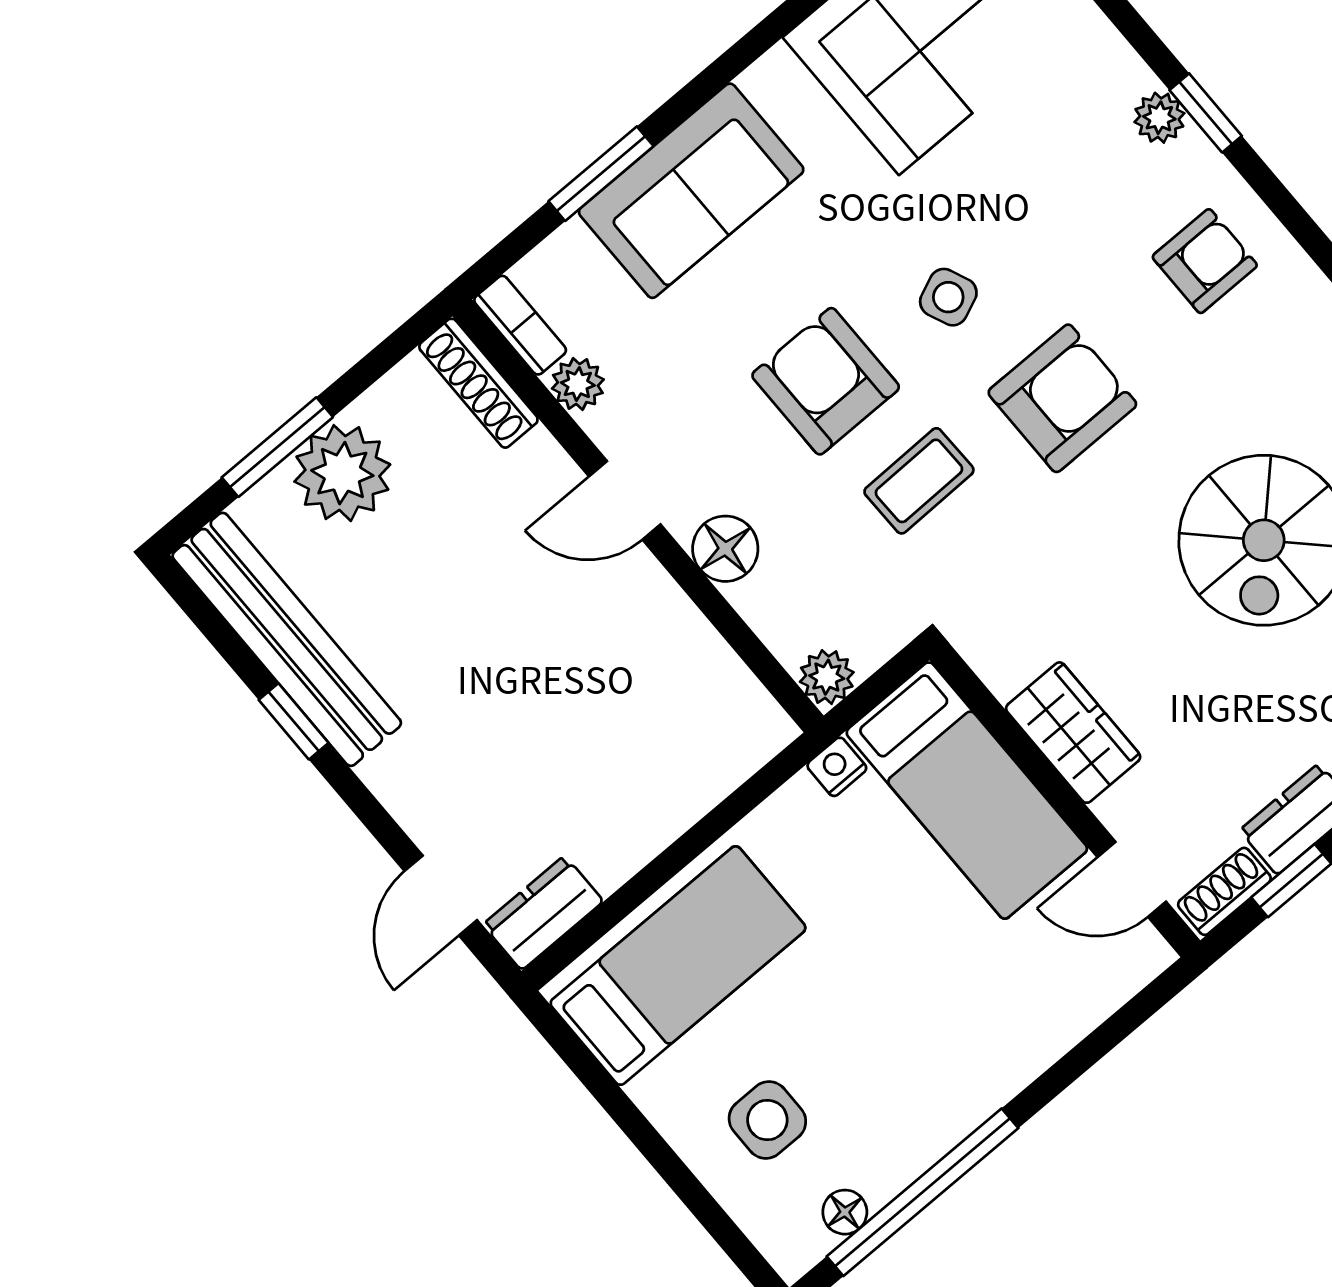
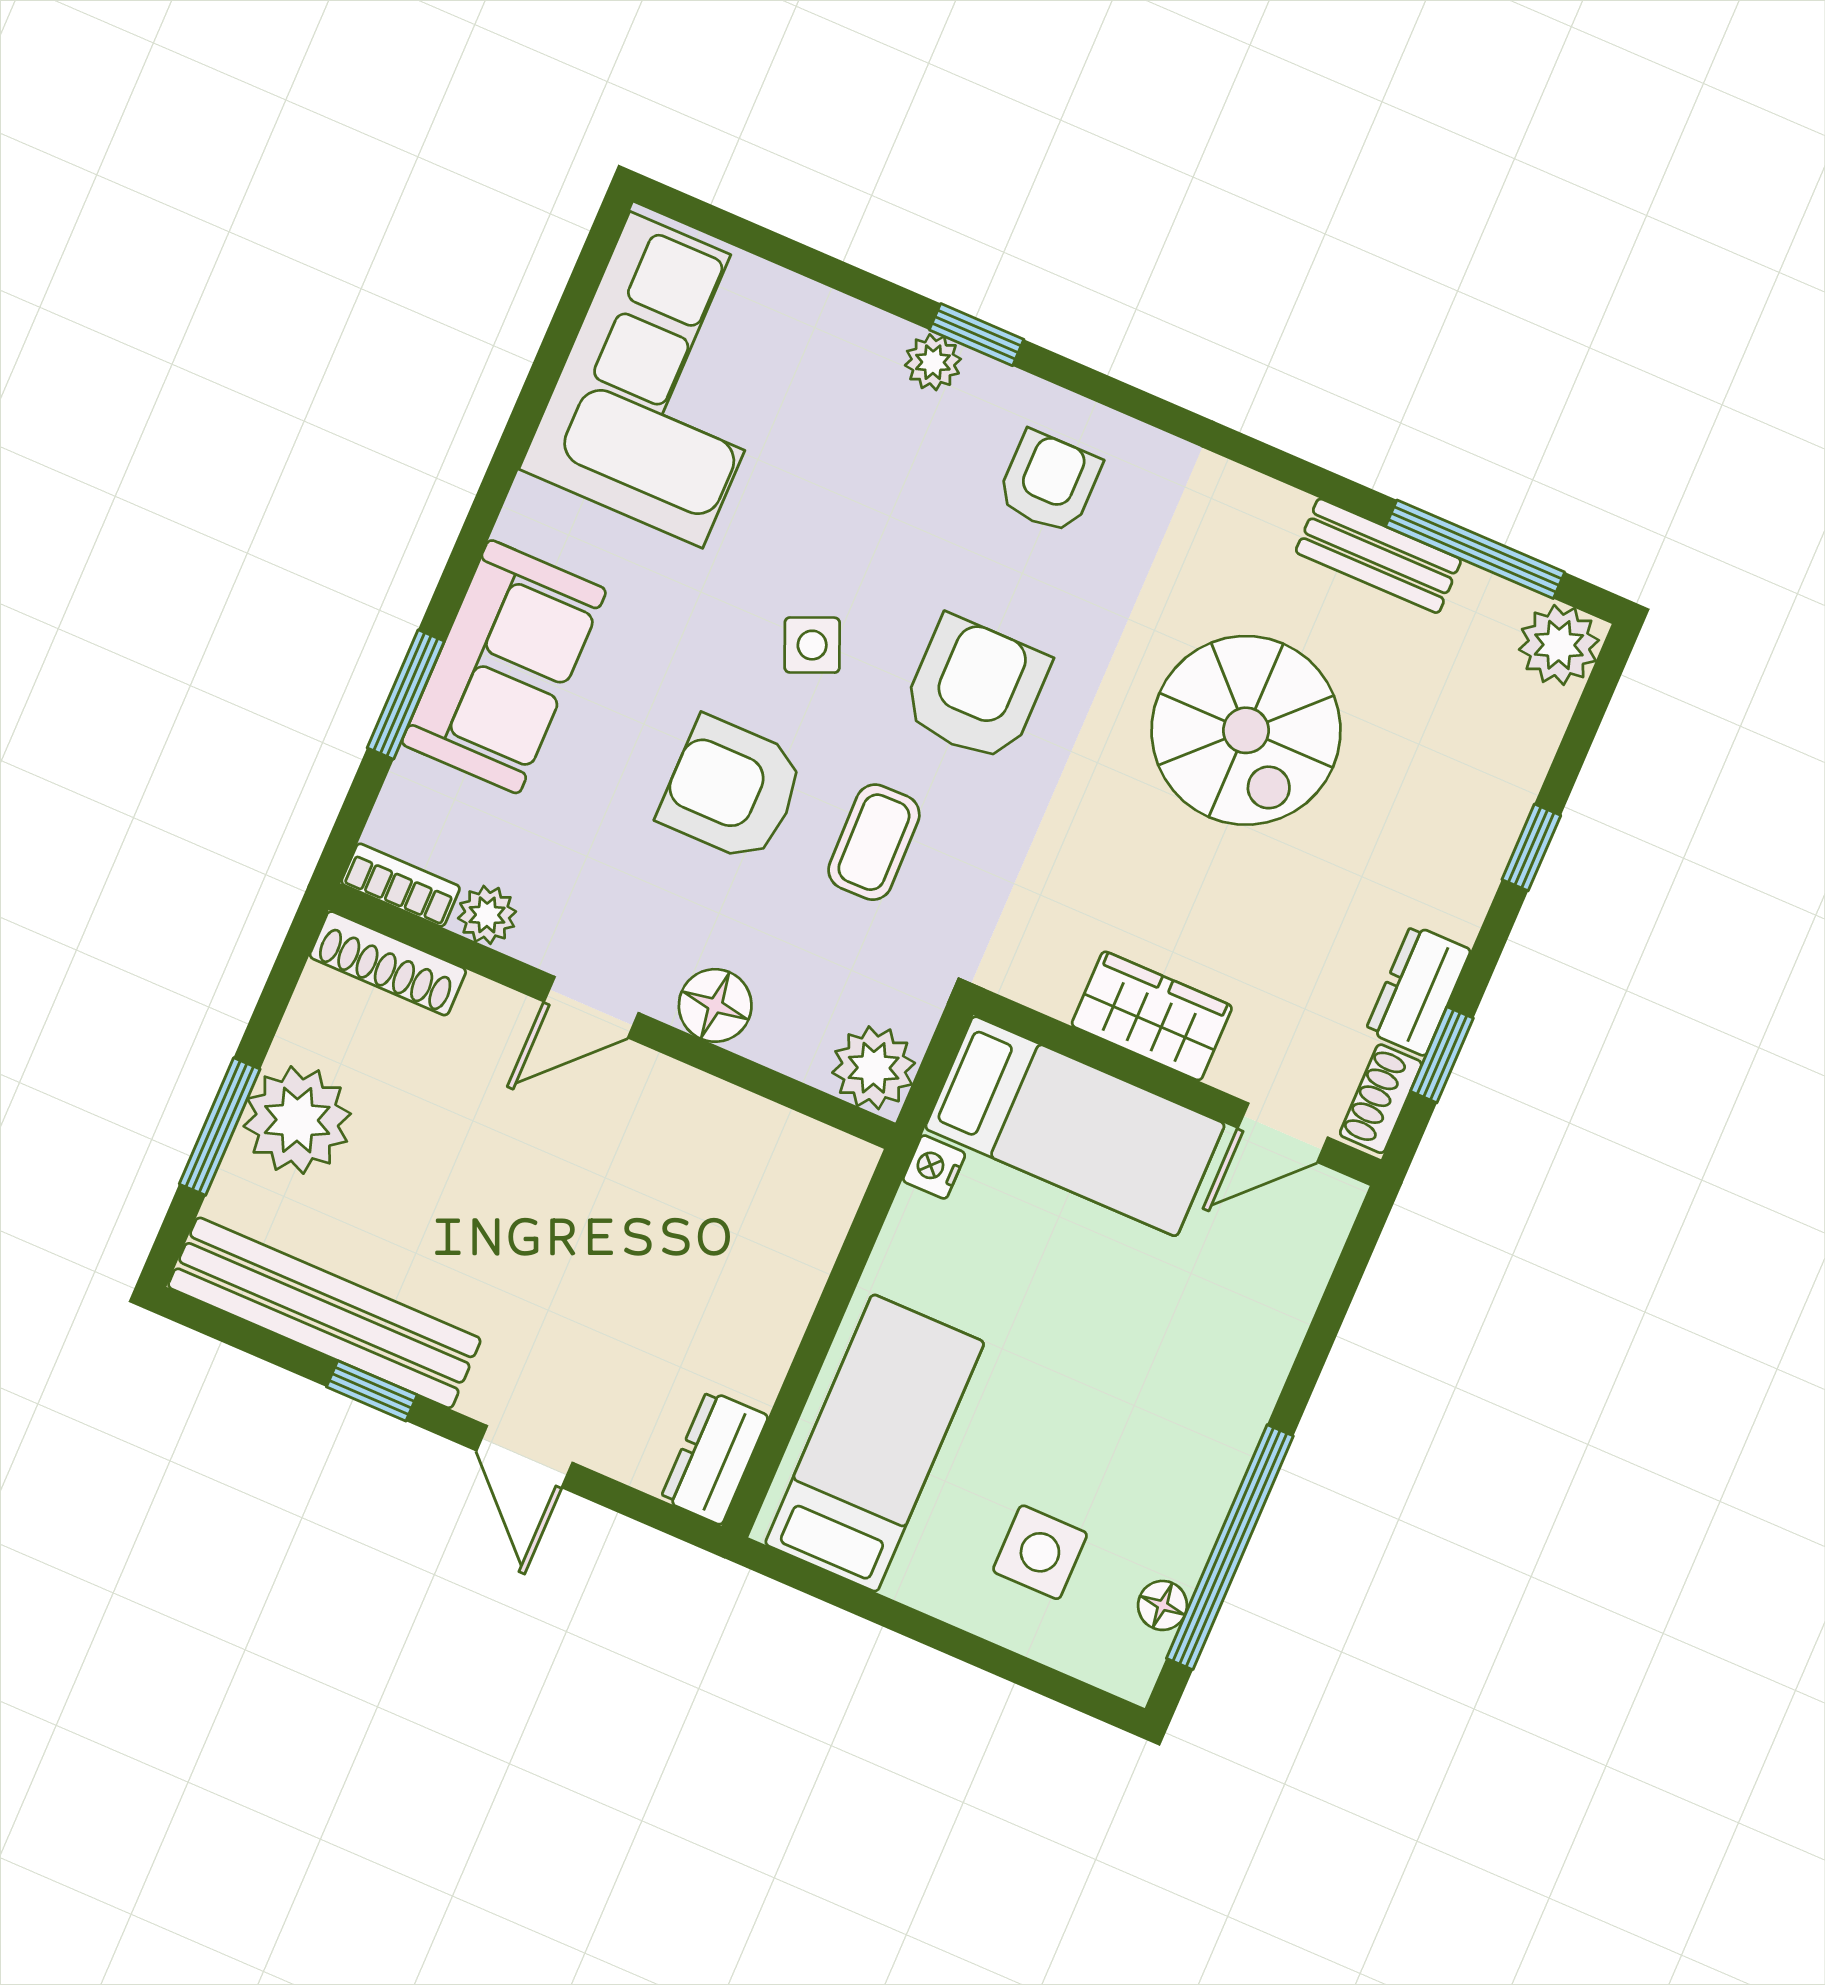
plant: (827, 677) -> (874, 1068), width x1.38, depth x1.38
door: (441, 896) -> (524, 1457), moved

